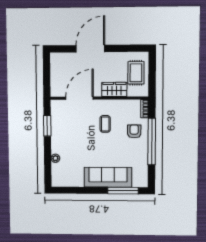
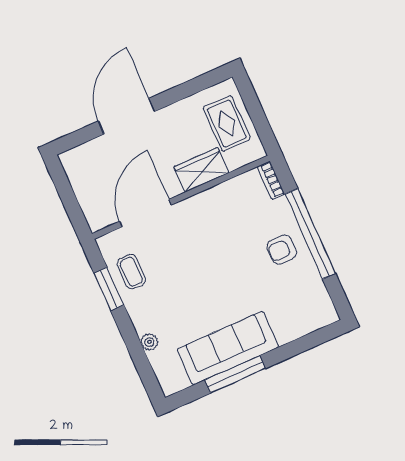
coffee table: (105, 124) -> (131, 272), moved
armchair: (134, 131) -> (282, 250), moved, turned -90
sofa: (108, 177) -> (228, 348), moved
window: (123, 191) -> (235, 374), moved

